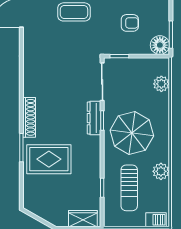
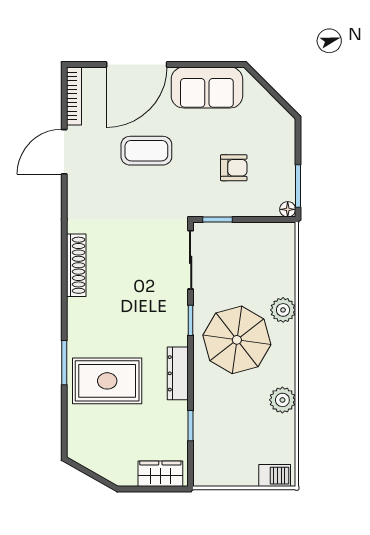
floor lamp: (160, 45) -> (288, 209), width x0.53, depth x0.53
plant: (161, 84) -> (283, 310), moved
shoe rack: (29, 117) -> (76, 265), moved
dresser: (94, 118) -> (178, 373), moved
sun lounger: (129, 188) -> (233, 426), removed

